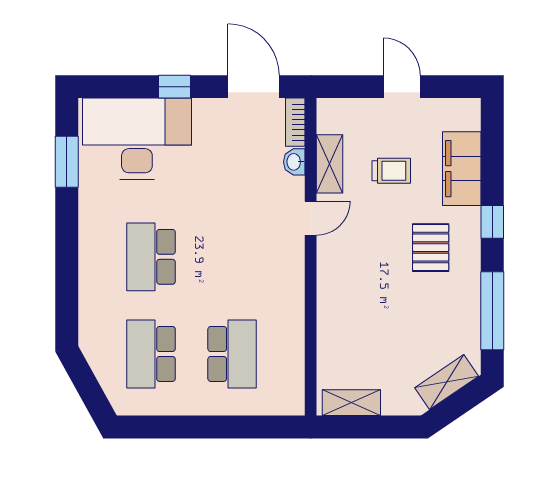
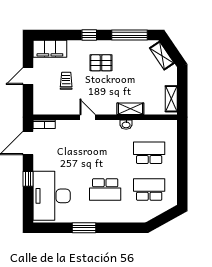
window: (67, 162) -> (84, 228), moved
washbasin: (294, 162) -> (126, 125), moved
shelving: (329, 164) -> (130, 109), moved
filing cabinet: (462, 169) -> (50, 49), moved
school desk: (151, 354) -> (149, 190), turned 180

